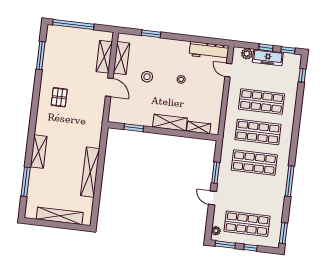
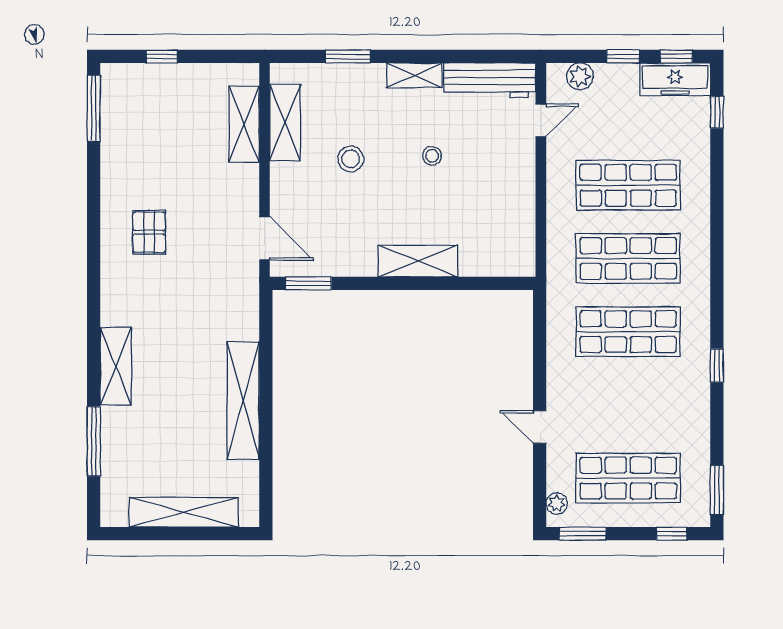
window: (73, 24) -> (162, 56), width x0.32
window: (41, 55) -> (94, 108), moved
freezer: (268, 57) -> (675, 79), moved
door: (228, 70) -> (541, 121), swing flipped
door: (109, 87) -> (264, 238), moved
shelving: (199, 127) -> (414, 75), moved
window: (134, 128) -> (308, 283), moved
window: (216, 173) -> (540, 366), removed
window: (290, 181) -> (717, 366), width x0.46
window: (250, 248) -> (672, 534), moved

